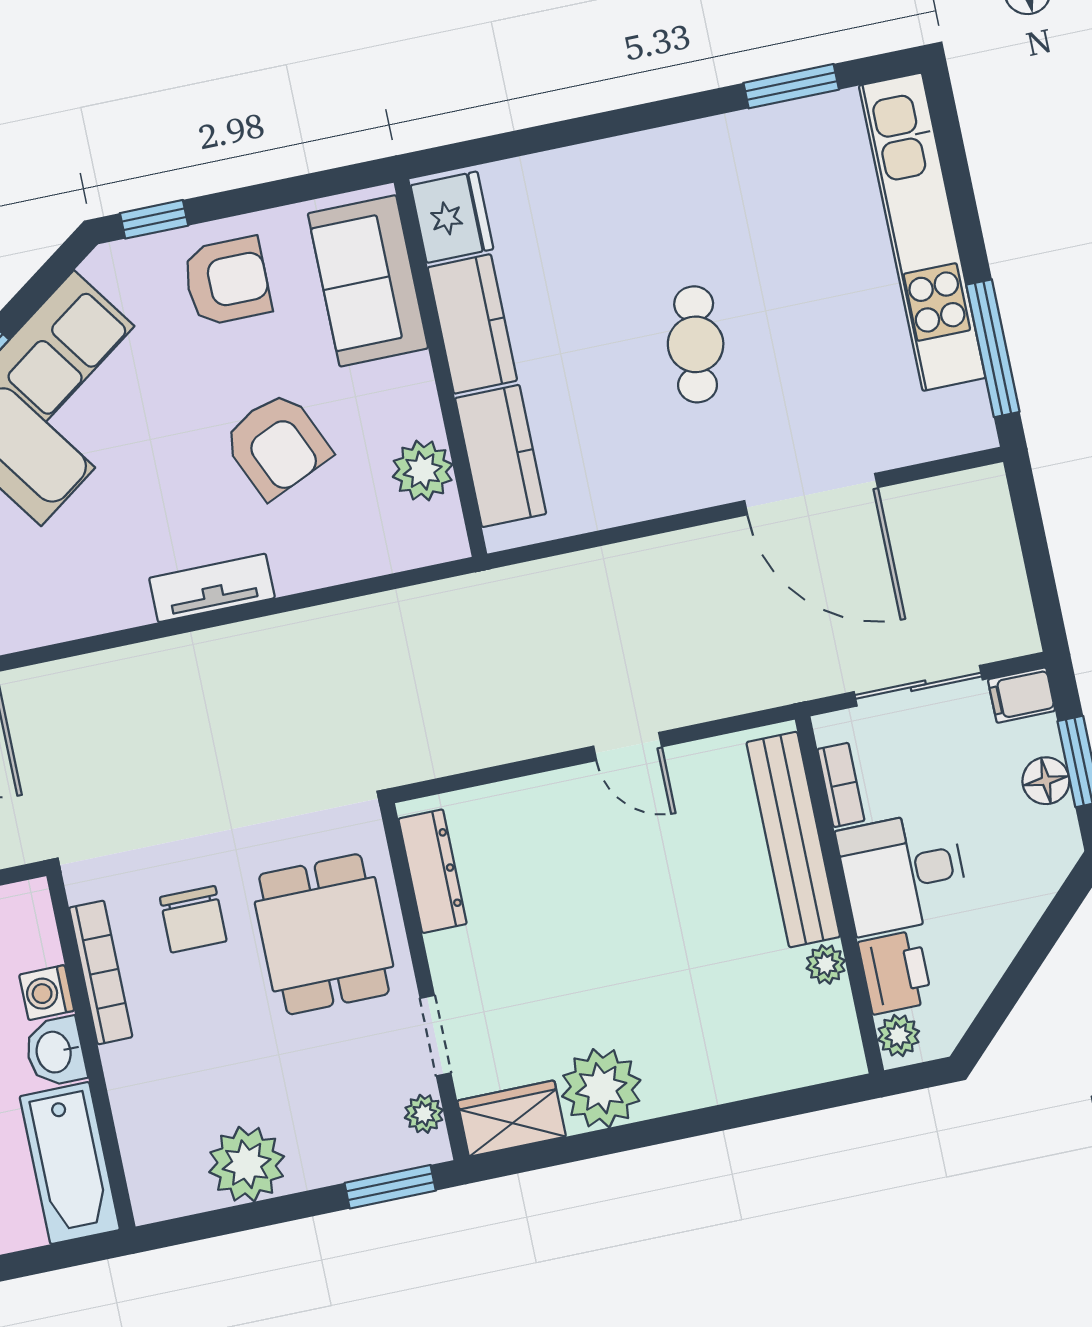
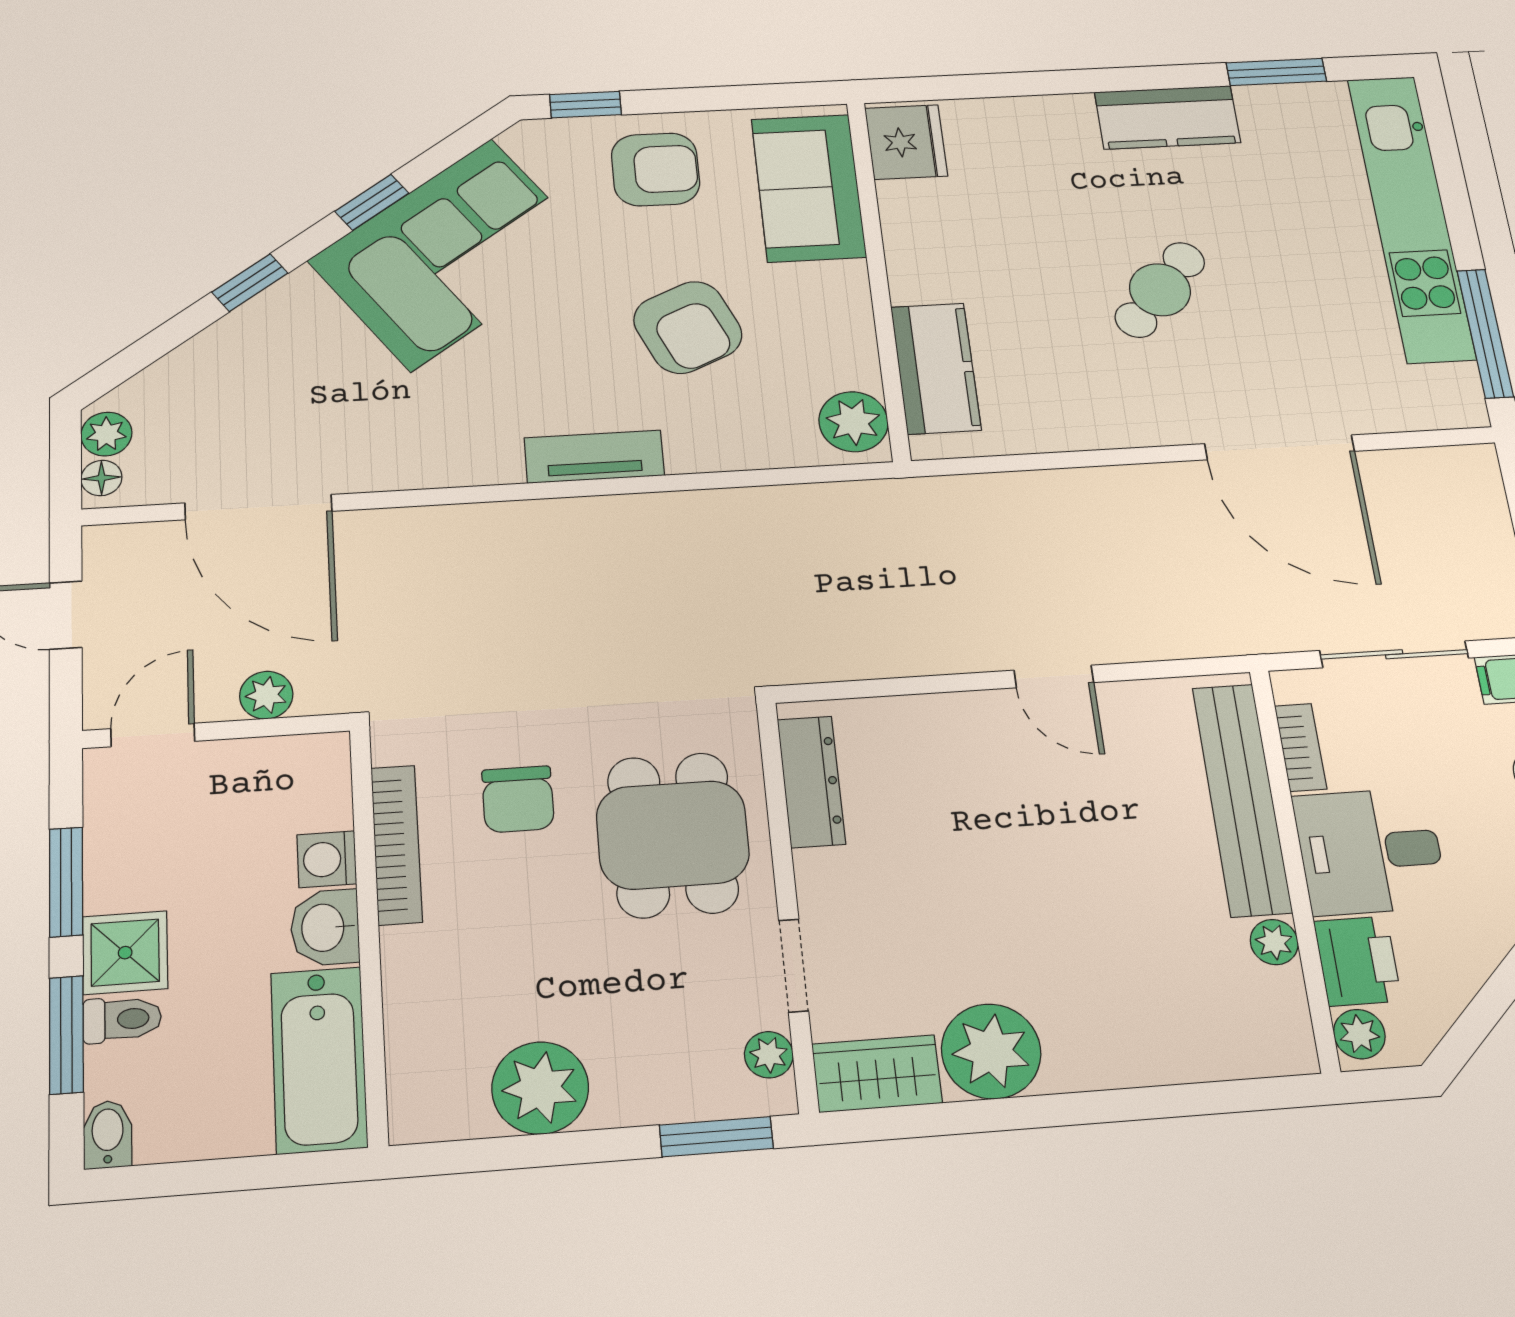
kitchen counter: (472, 324) -> (1167, 117), moved, turned 90
cafe table: (696, 344) -> (1160, 290), turned 32
plant: (423, 471) -> (853, 422), moved

